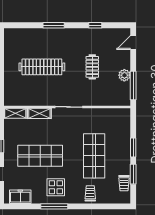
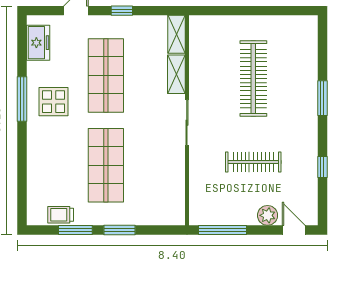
clothes rail: (92, 67) -> (253, 162), width x1.36
plant: (124, 75) -> (268, 215), moved
shop shelf: (94, 156) -> (106, 165), turned 90
trolley: (90, 193) -> (44, 159), removed

